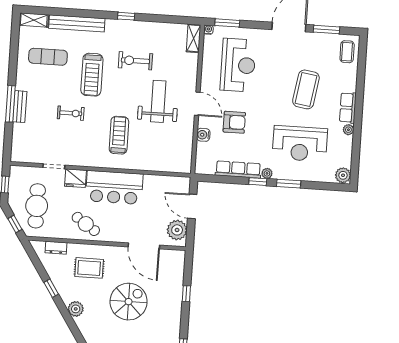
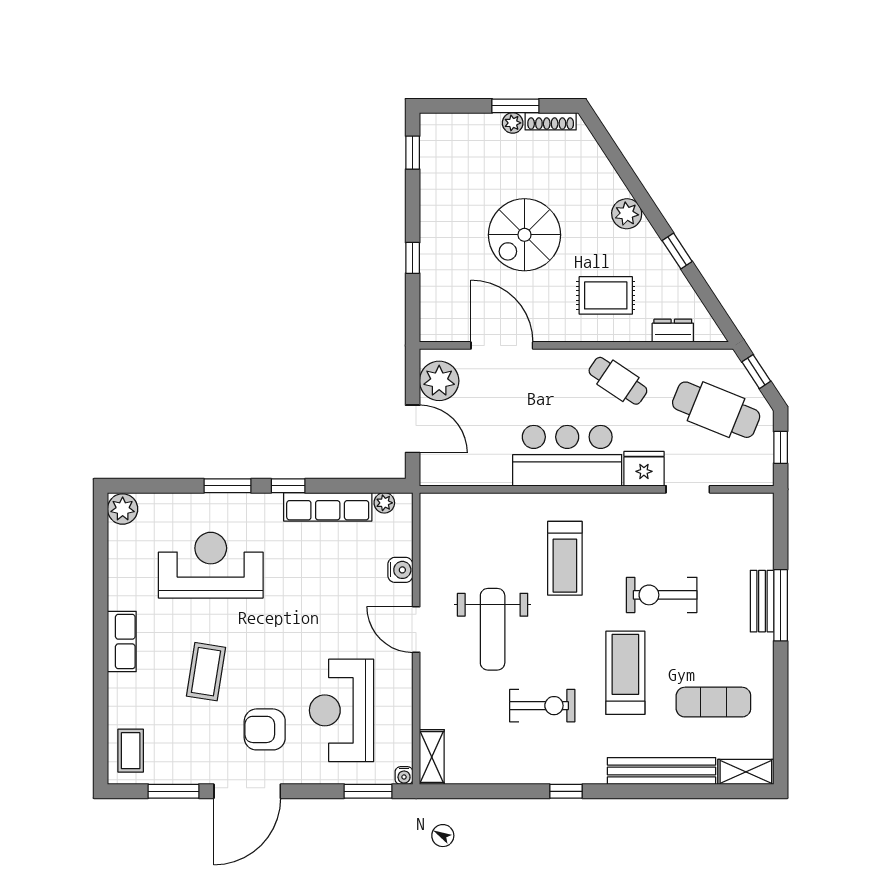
coffee table: (306, 89) -> (206, 672), width x0.73, depth x0.76
exercise bike: (71, 113) -> (662, 595), width x1.38, depth x1.39
armchair: (234, 122) -> (265, 729), moved
plant: (348, 130) -> (118, 599), removed
plant: (267, 173) -> (384, 503), moved
cafe table: (37, 206) -> (716, 410), turned -68

